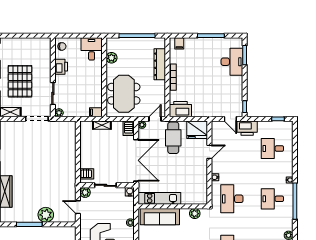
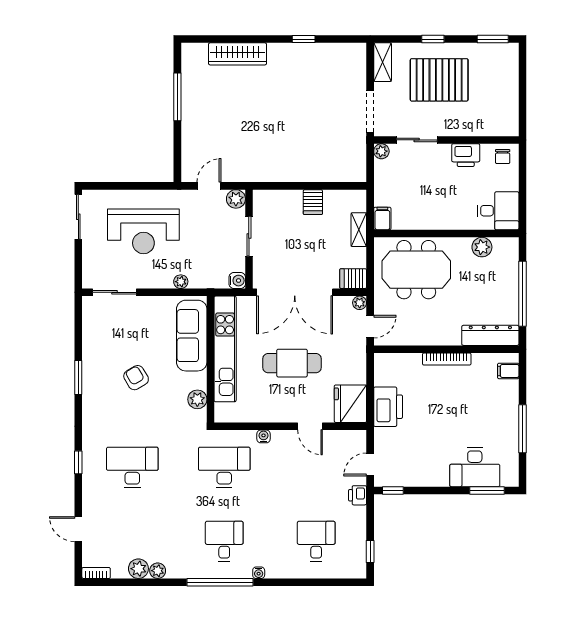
dresser: (160, 64) -> (490, 335), moved
printer: (180, 109) -> (388, 407), moved
door: (155, 119) -> (370, 327), hinge flipped
printer: (247, 128) -> (358, 495), width x0.53, depth x0.68
cafe table: (173, 138) -> (292, 363), moved
server rack: (87, 174) -> (313, 202), moved
kitchen unit: (159, 198) -> (225, 349), width x1.36
plant: (46, 215) -> (195, 127), removed

